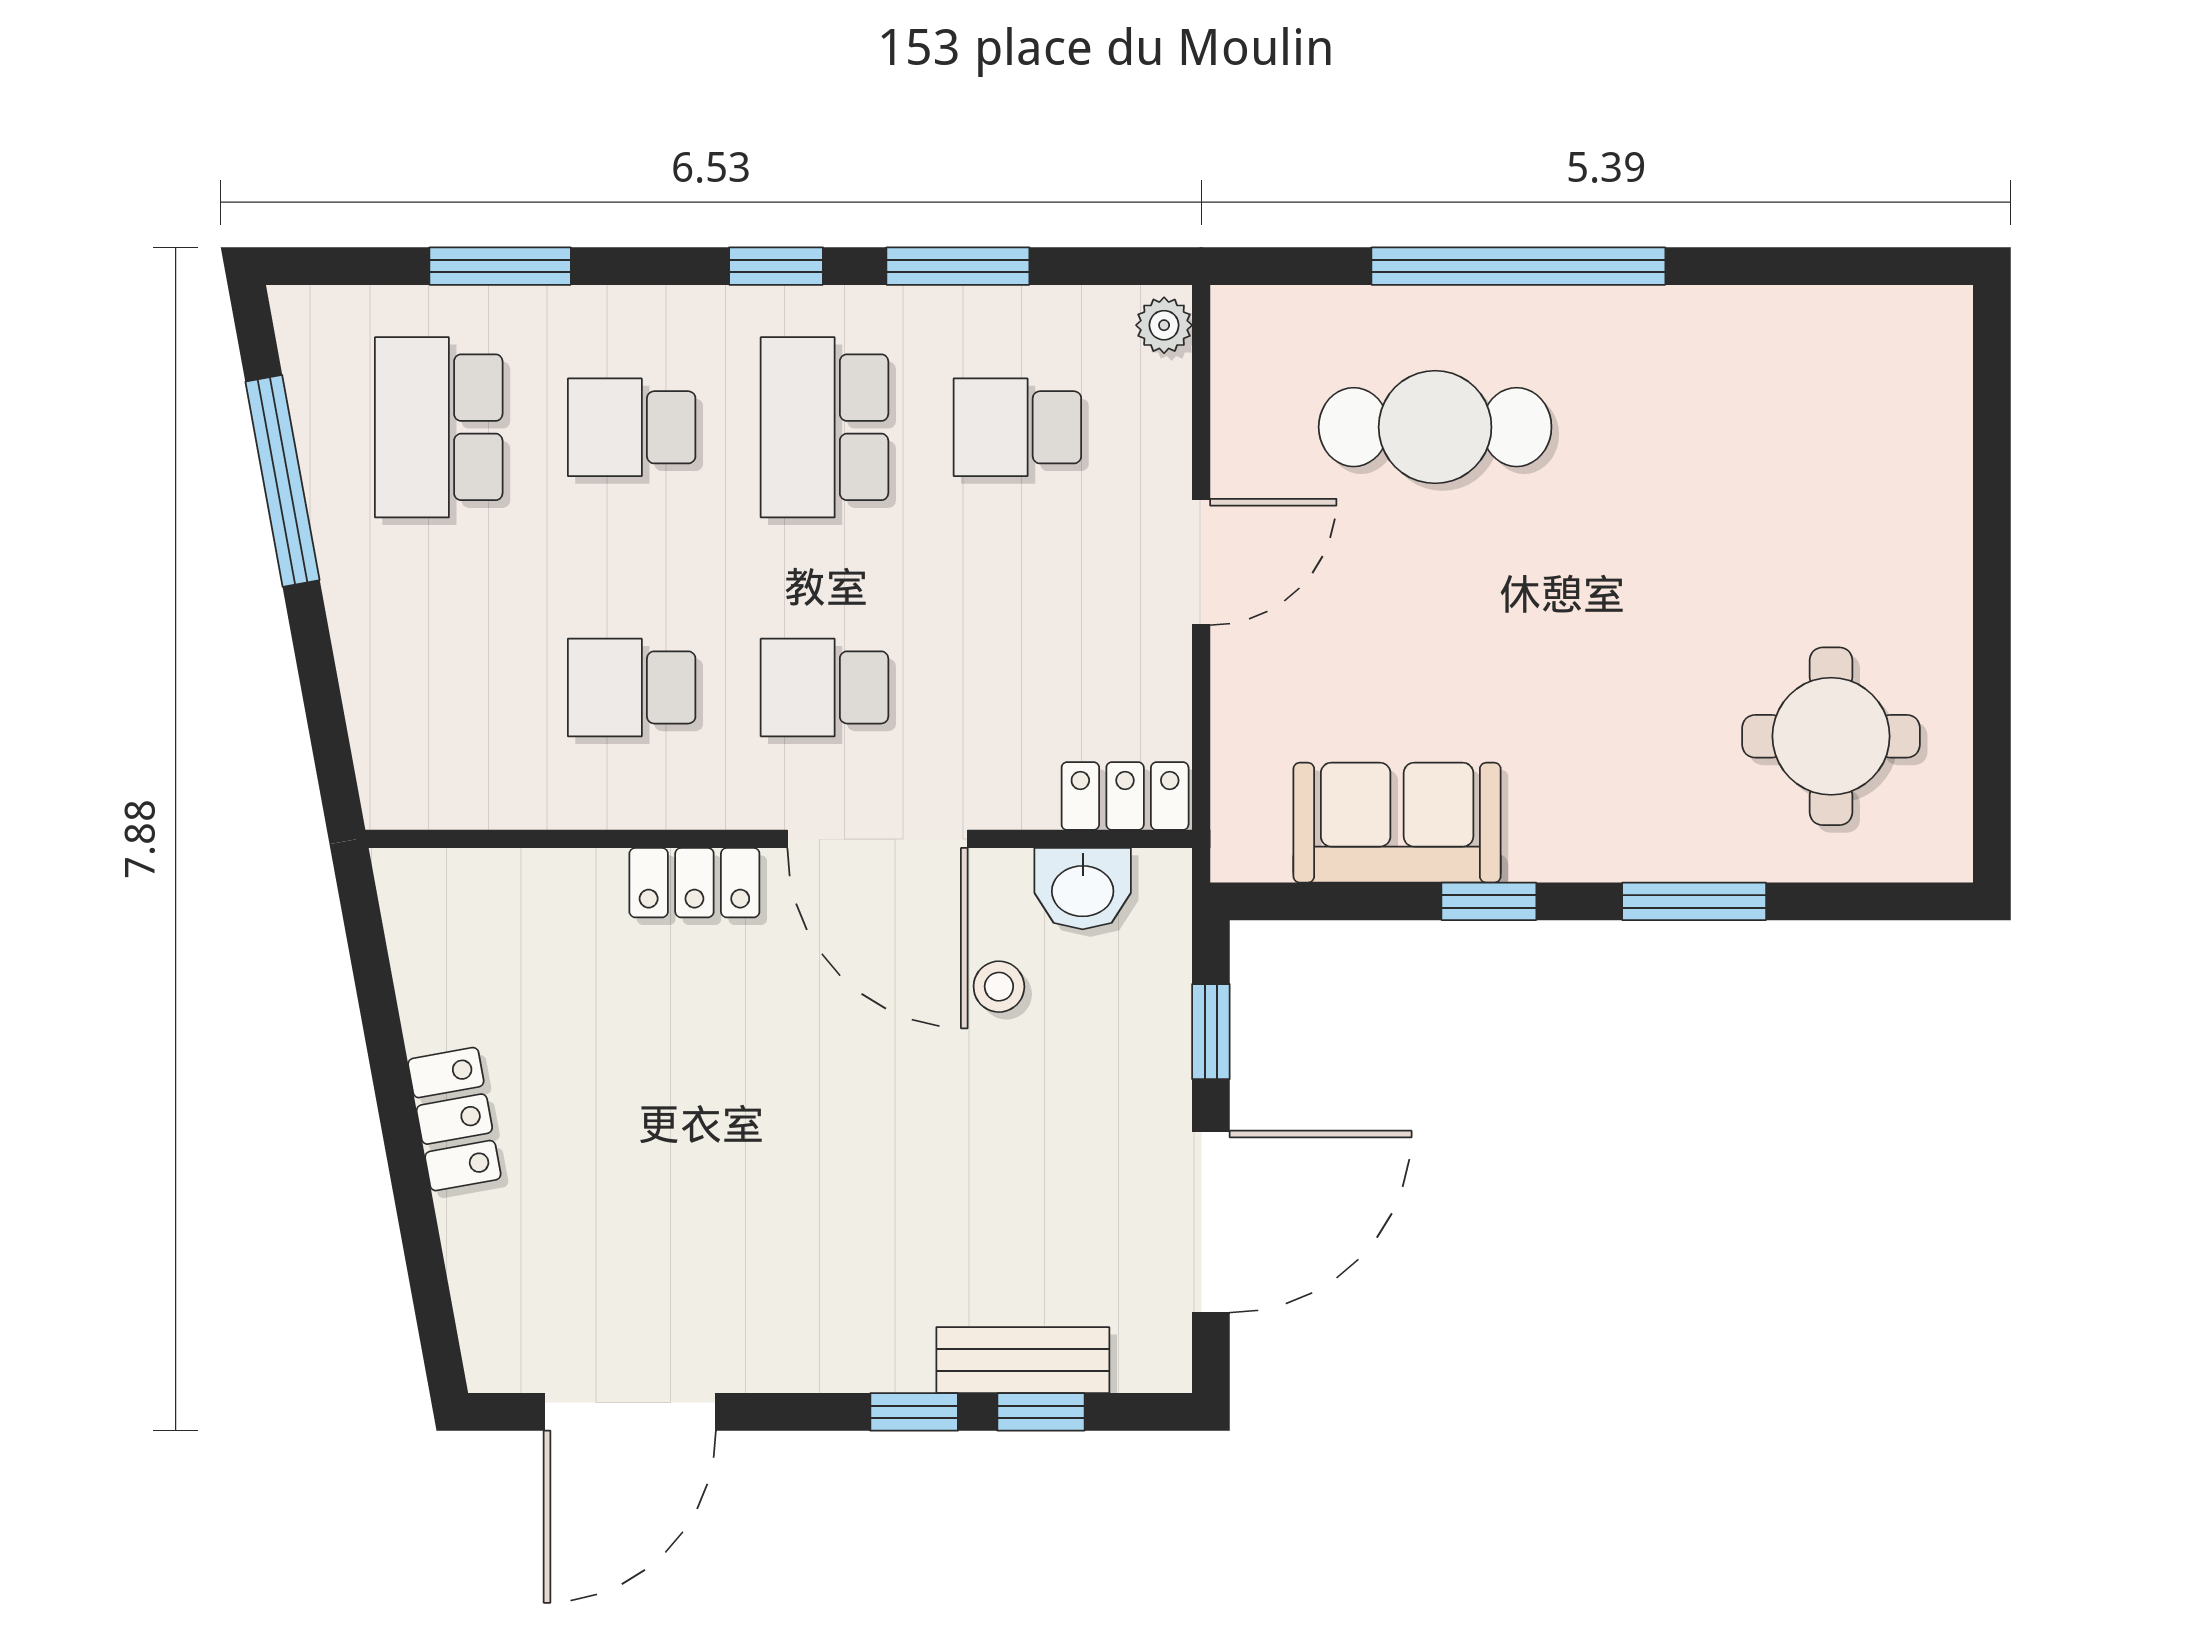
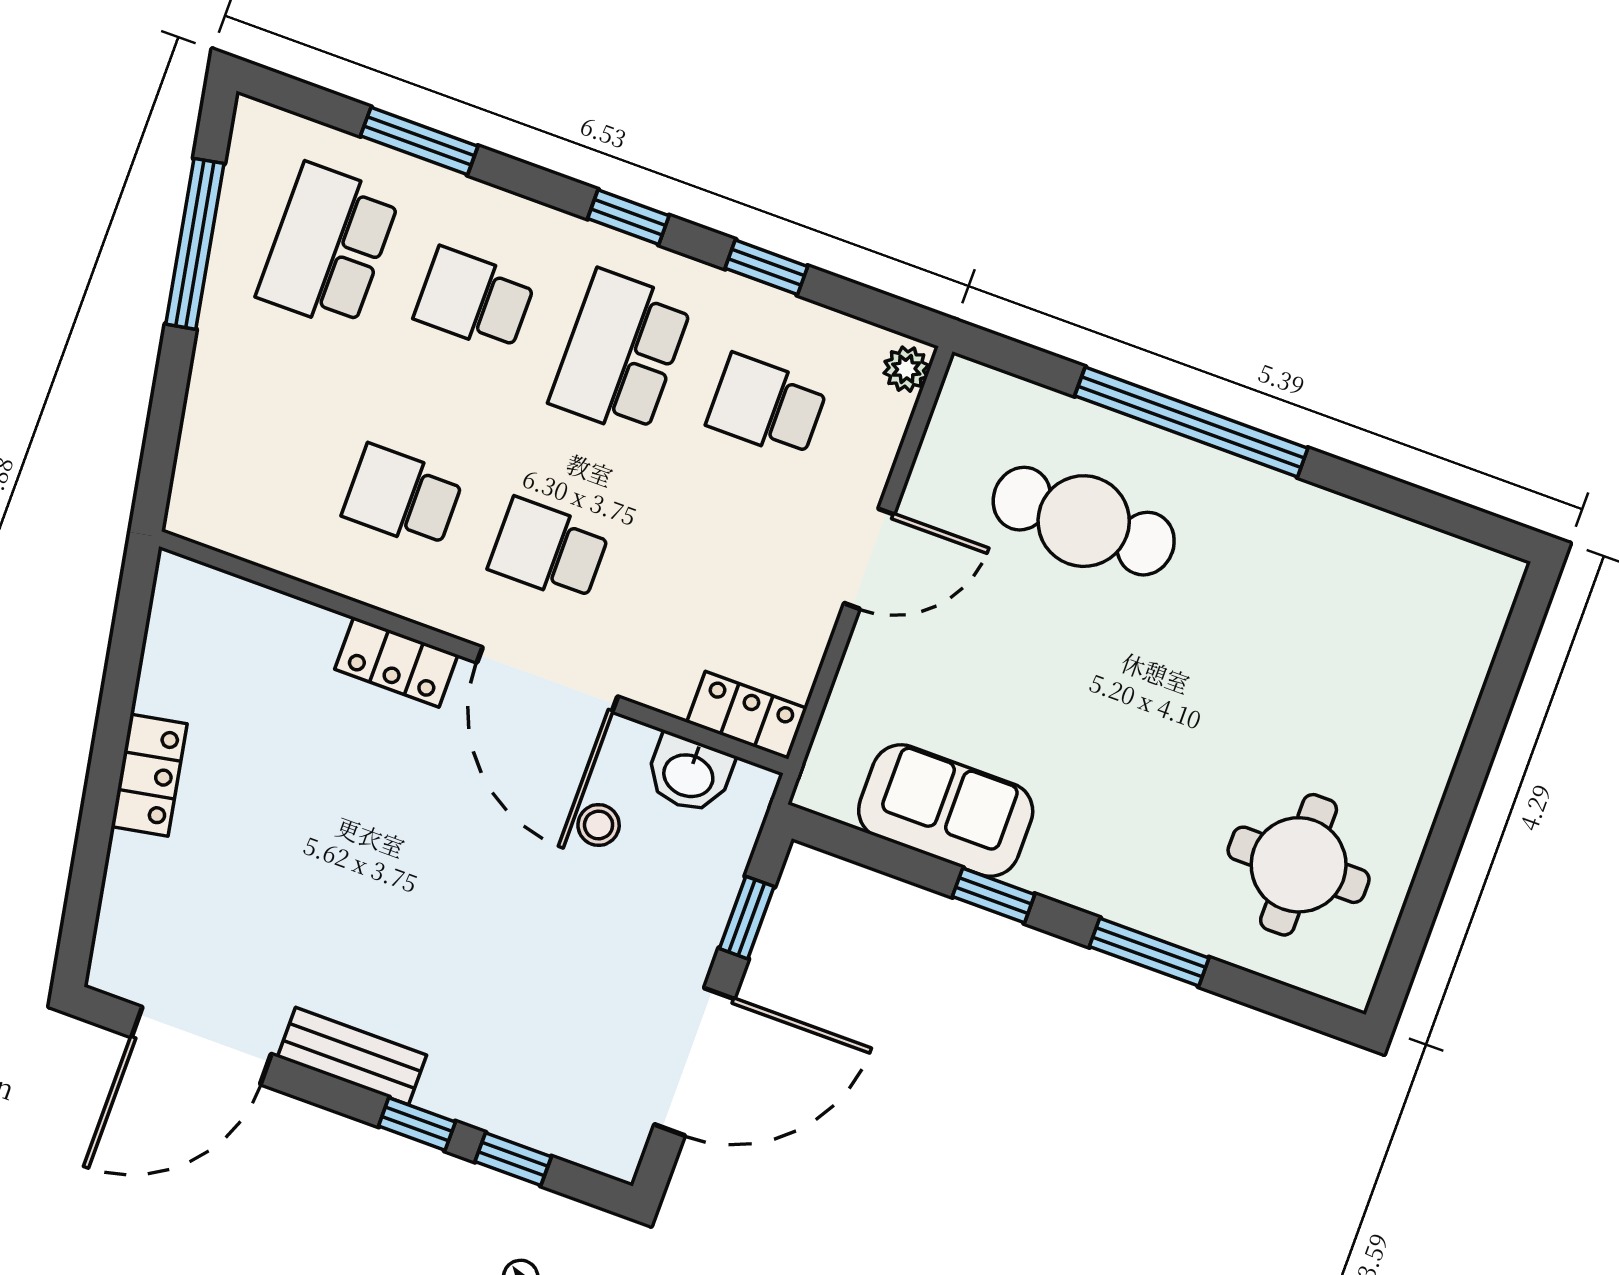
window: (958, 266) -> (766, 267), width x0.67
bench: (1023, 1360) -> (352, 1056), moved

